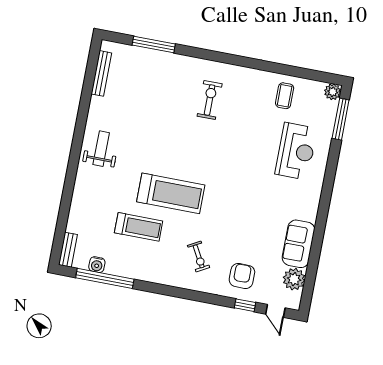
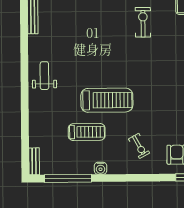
exercise bike: (210, 100) -> (143, 22), moved
water cooler: (97, 265) -> (101, 168), moved

